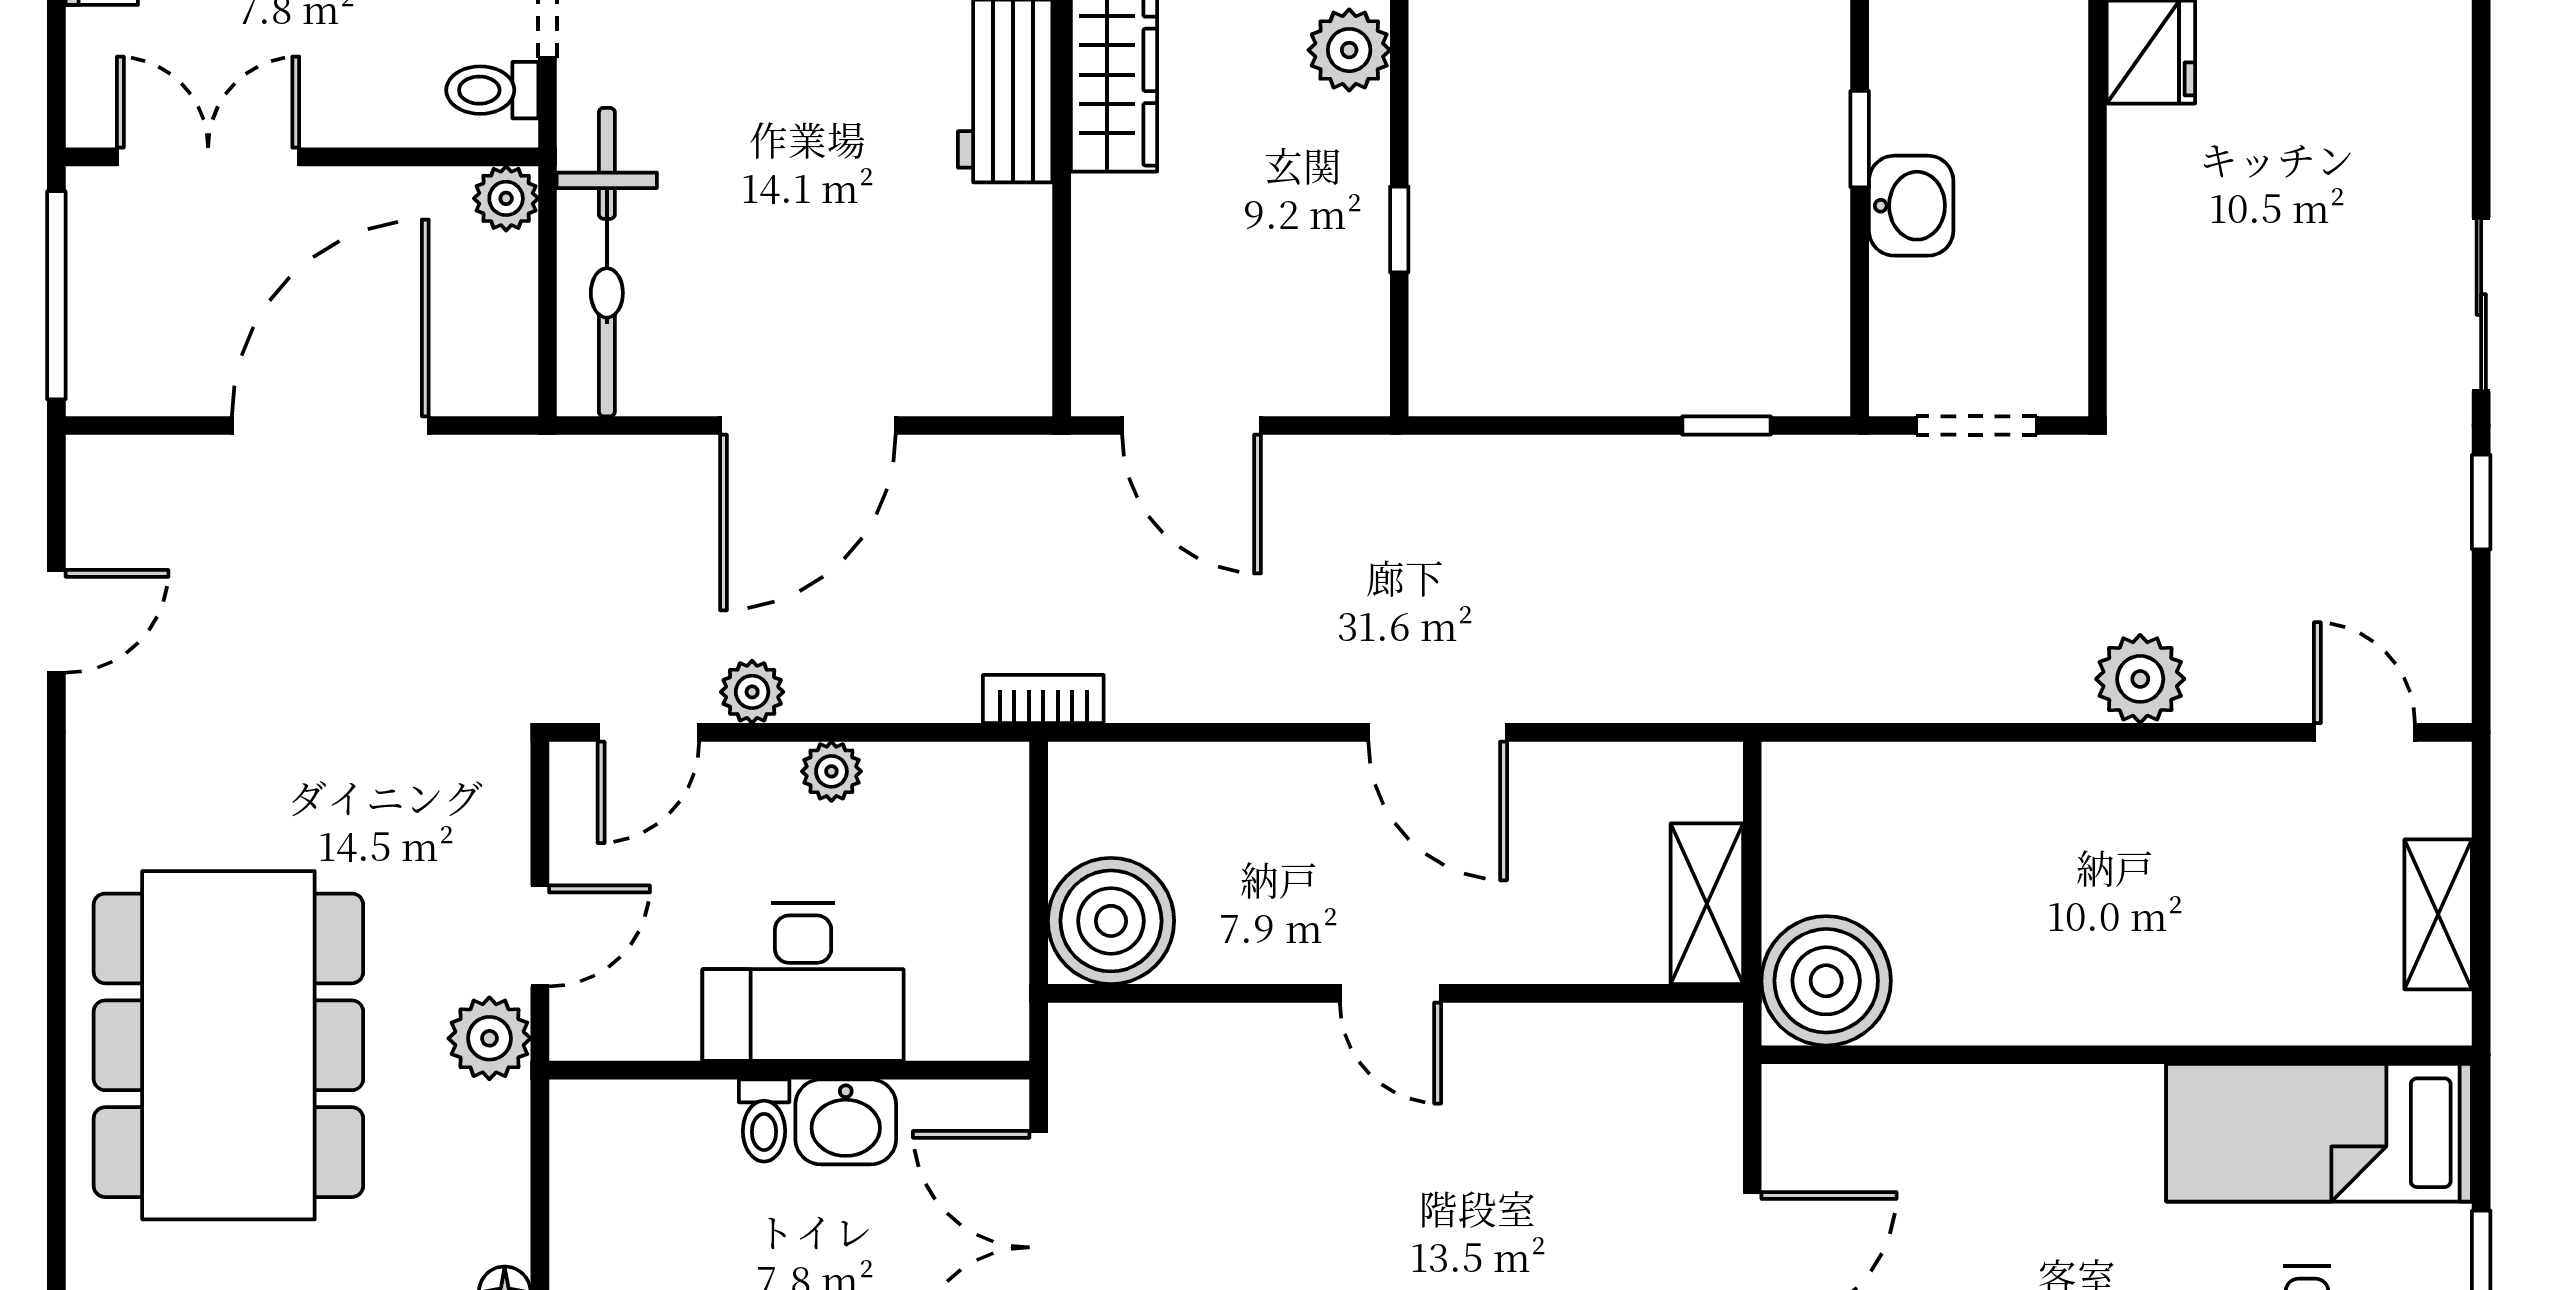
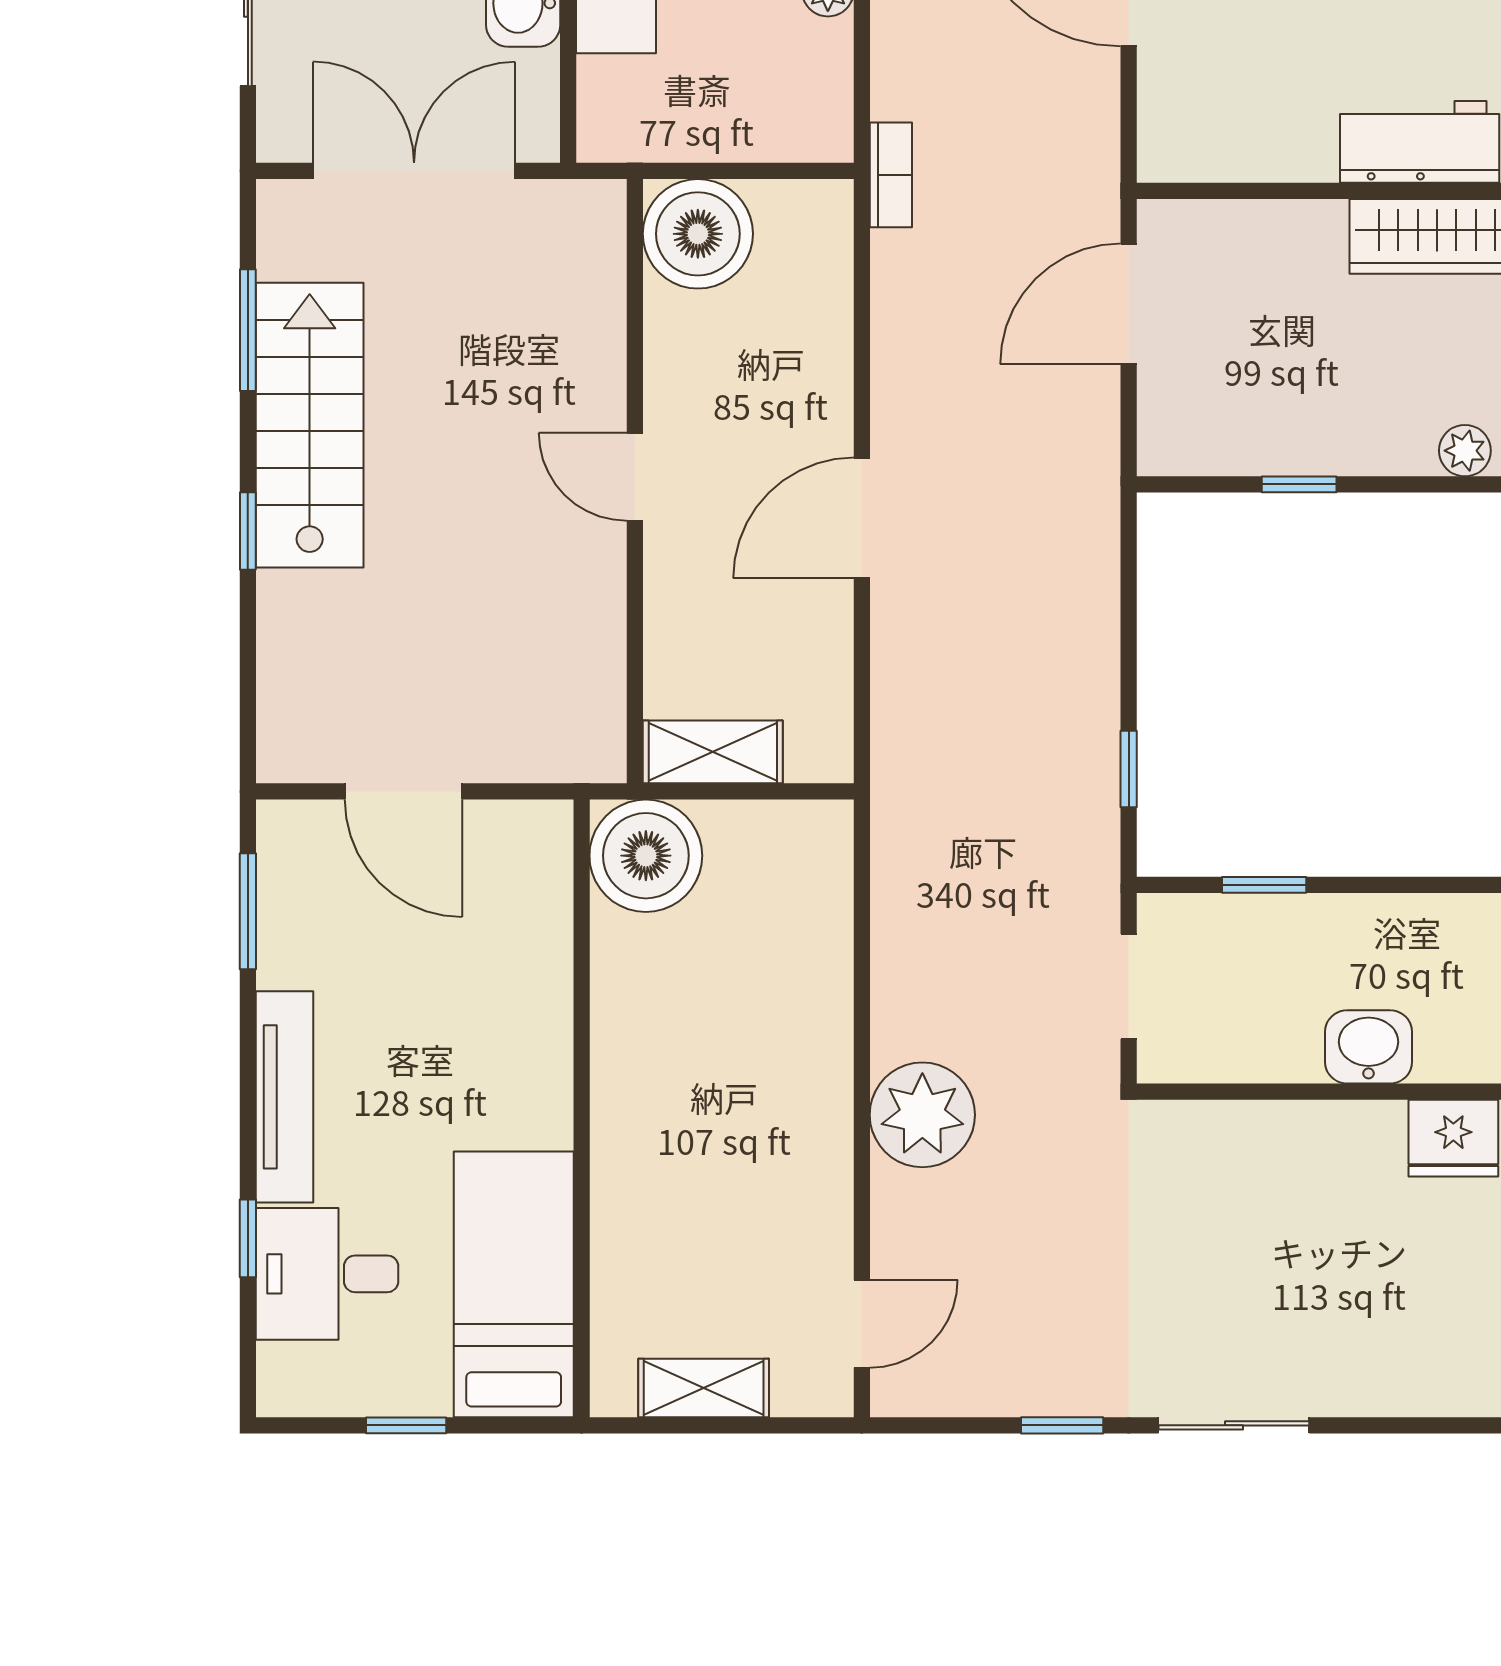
plant: (1349, 50) -> (1465, 451), width x0.73, depth x0.73
window: (1860, 139) -> (1264, 885), moved
washbasin: (1911, 206) -> (1369, 1047), moved, turned 180
plant: (2140, 679) -> (922, 1115), width x1.36, depth x1.36
door: (1390, 993) -> (635, 477), hinge flipped

